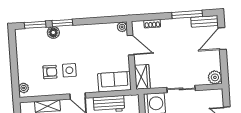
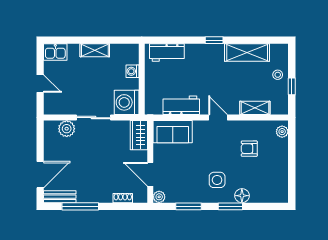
window: (35, 25) -> (188, 206), moved
side table: (69, 70) -> (217, 180), moved
plant: (215, 77) -> (67, 129), moved

